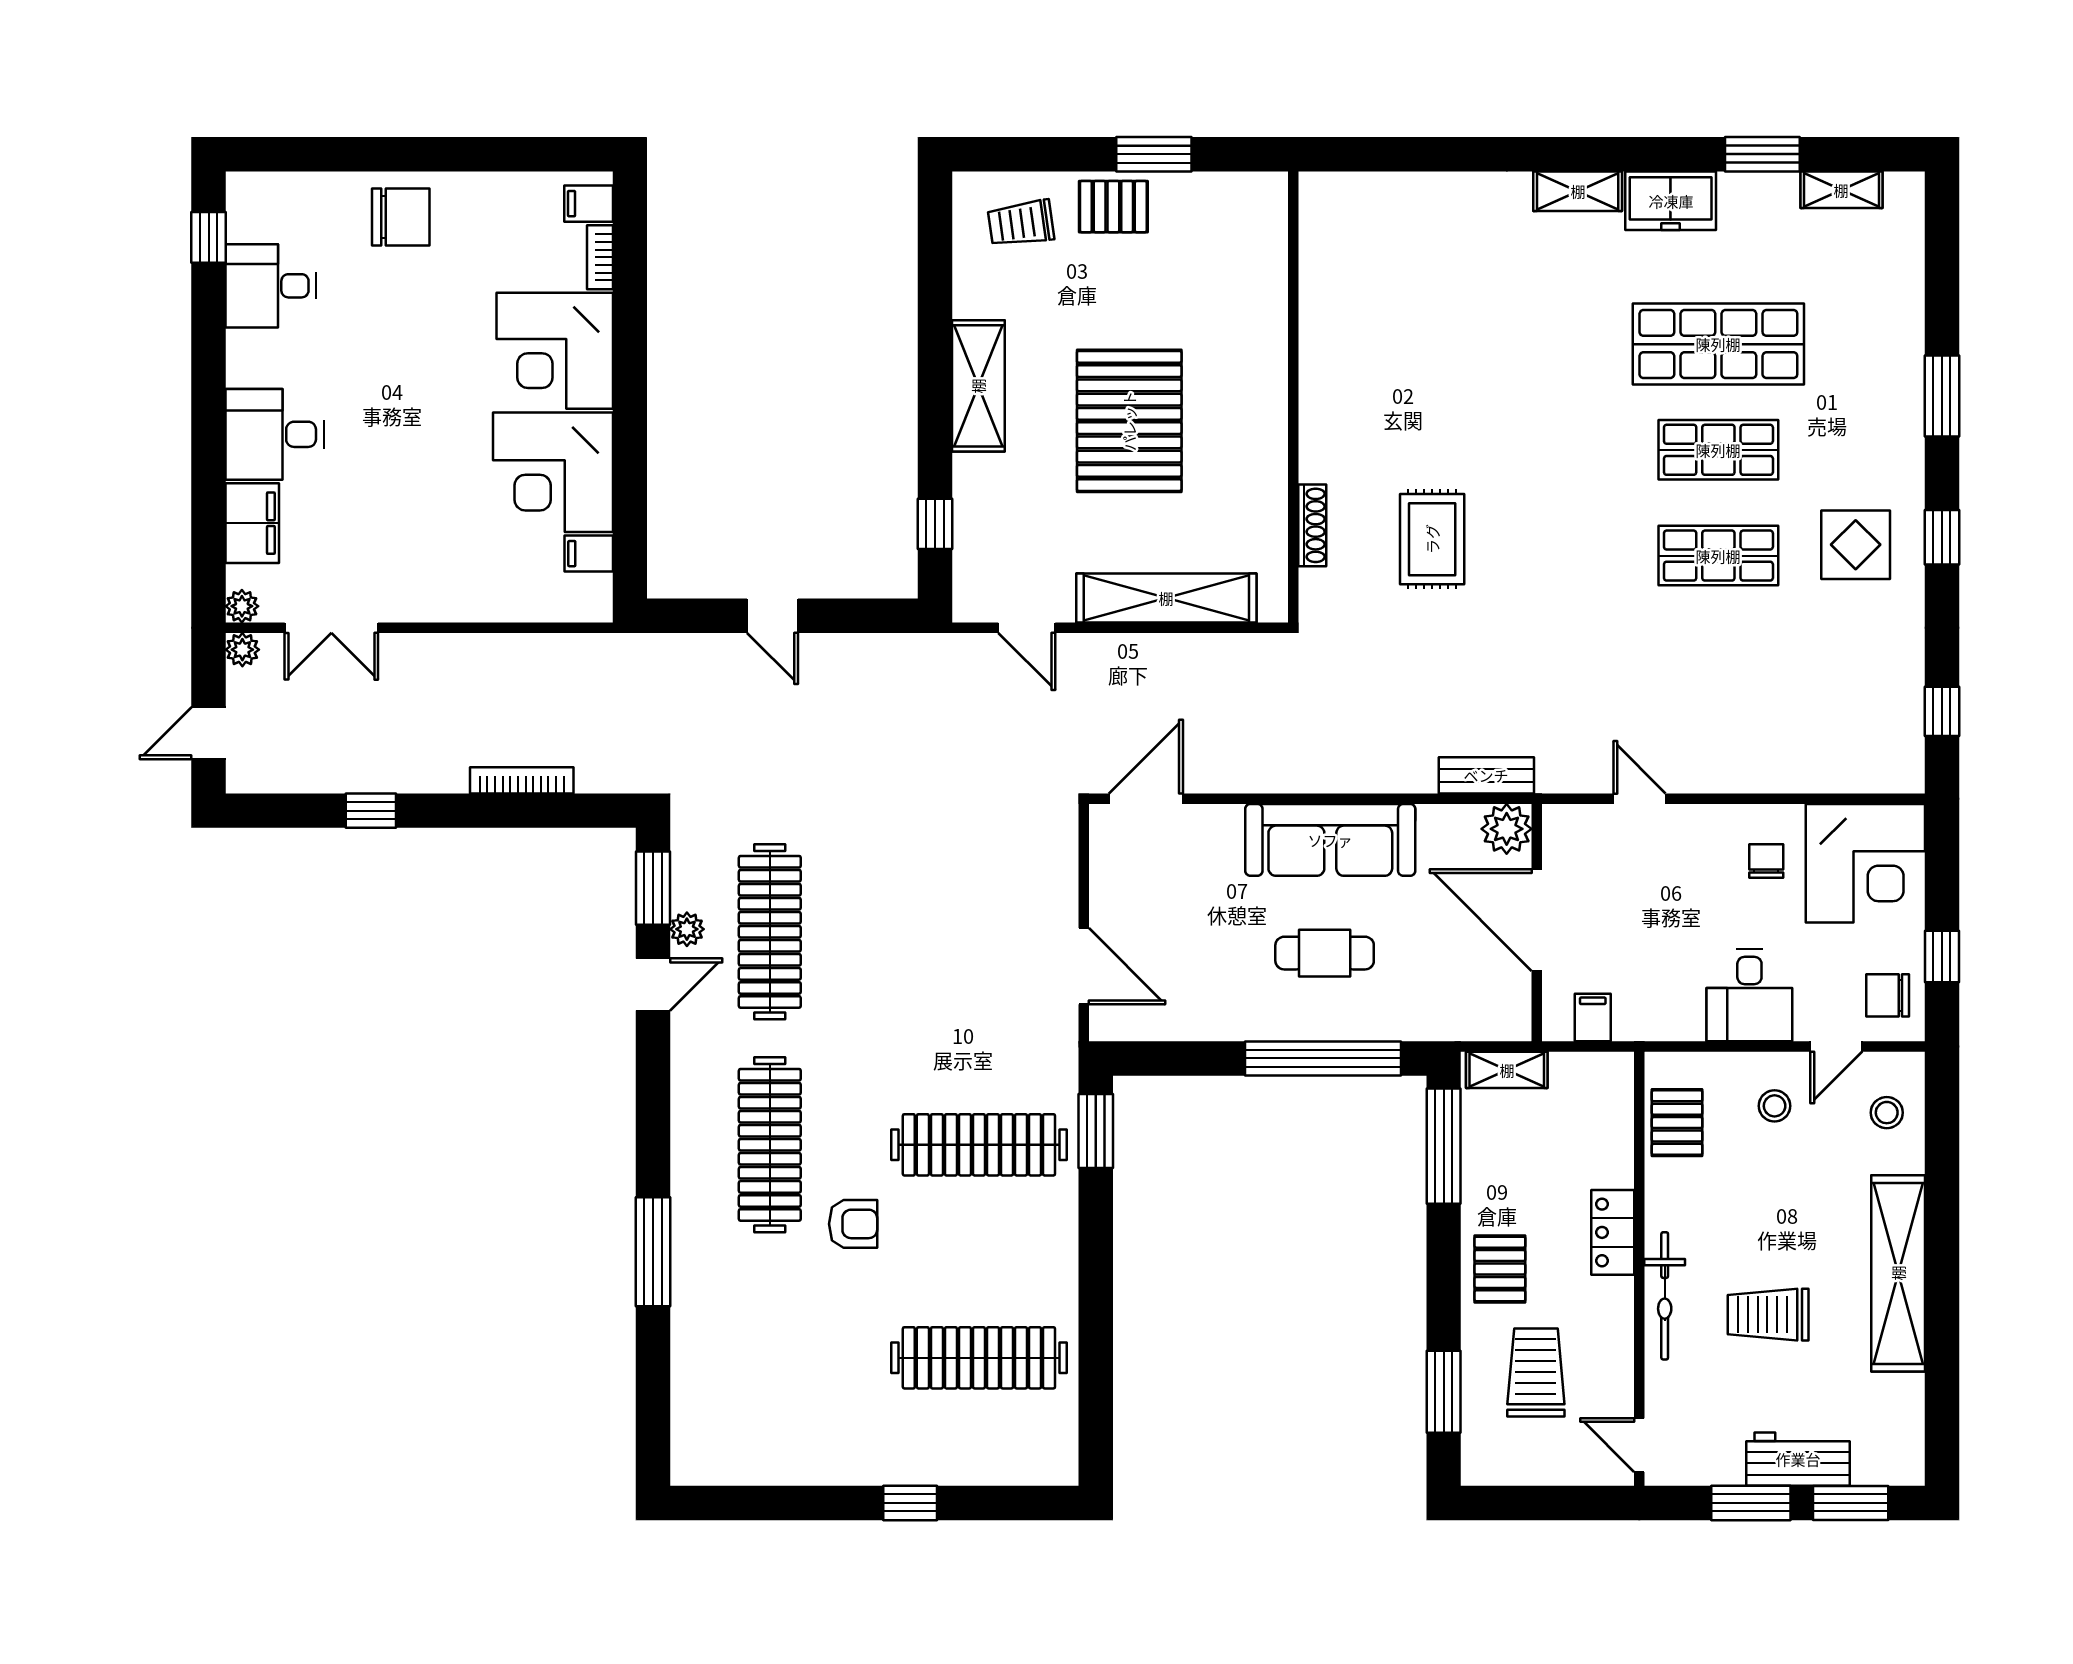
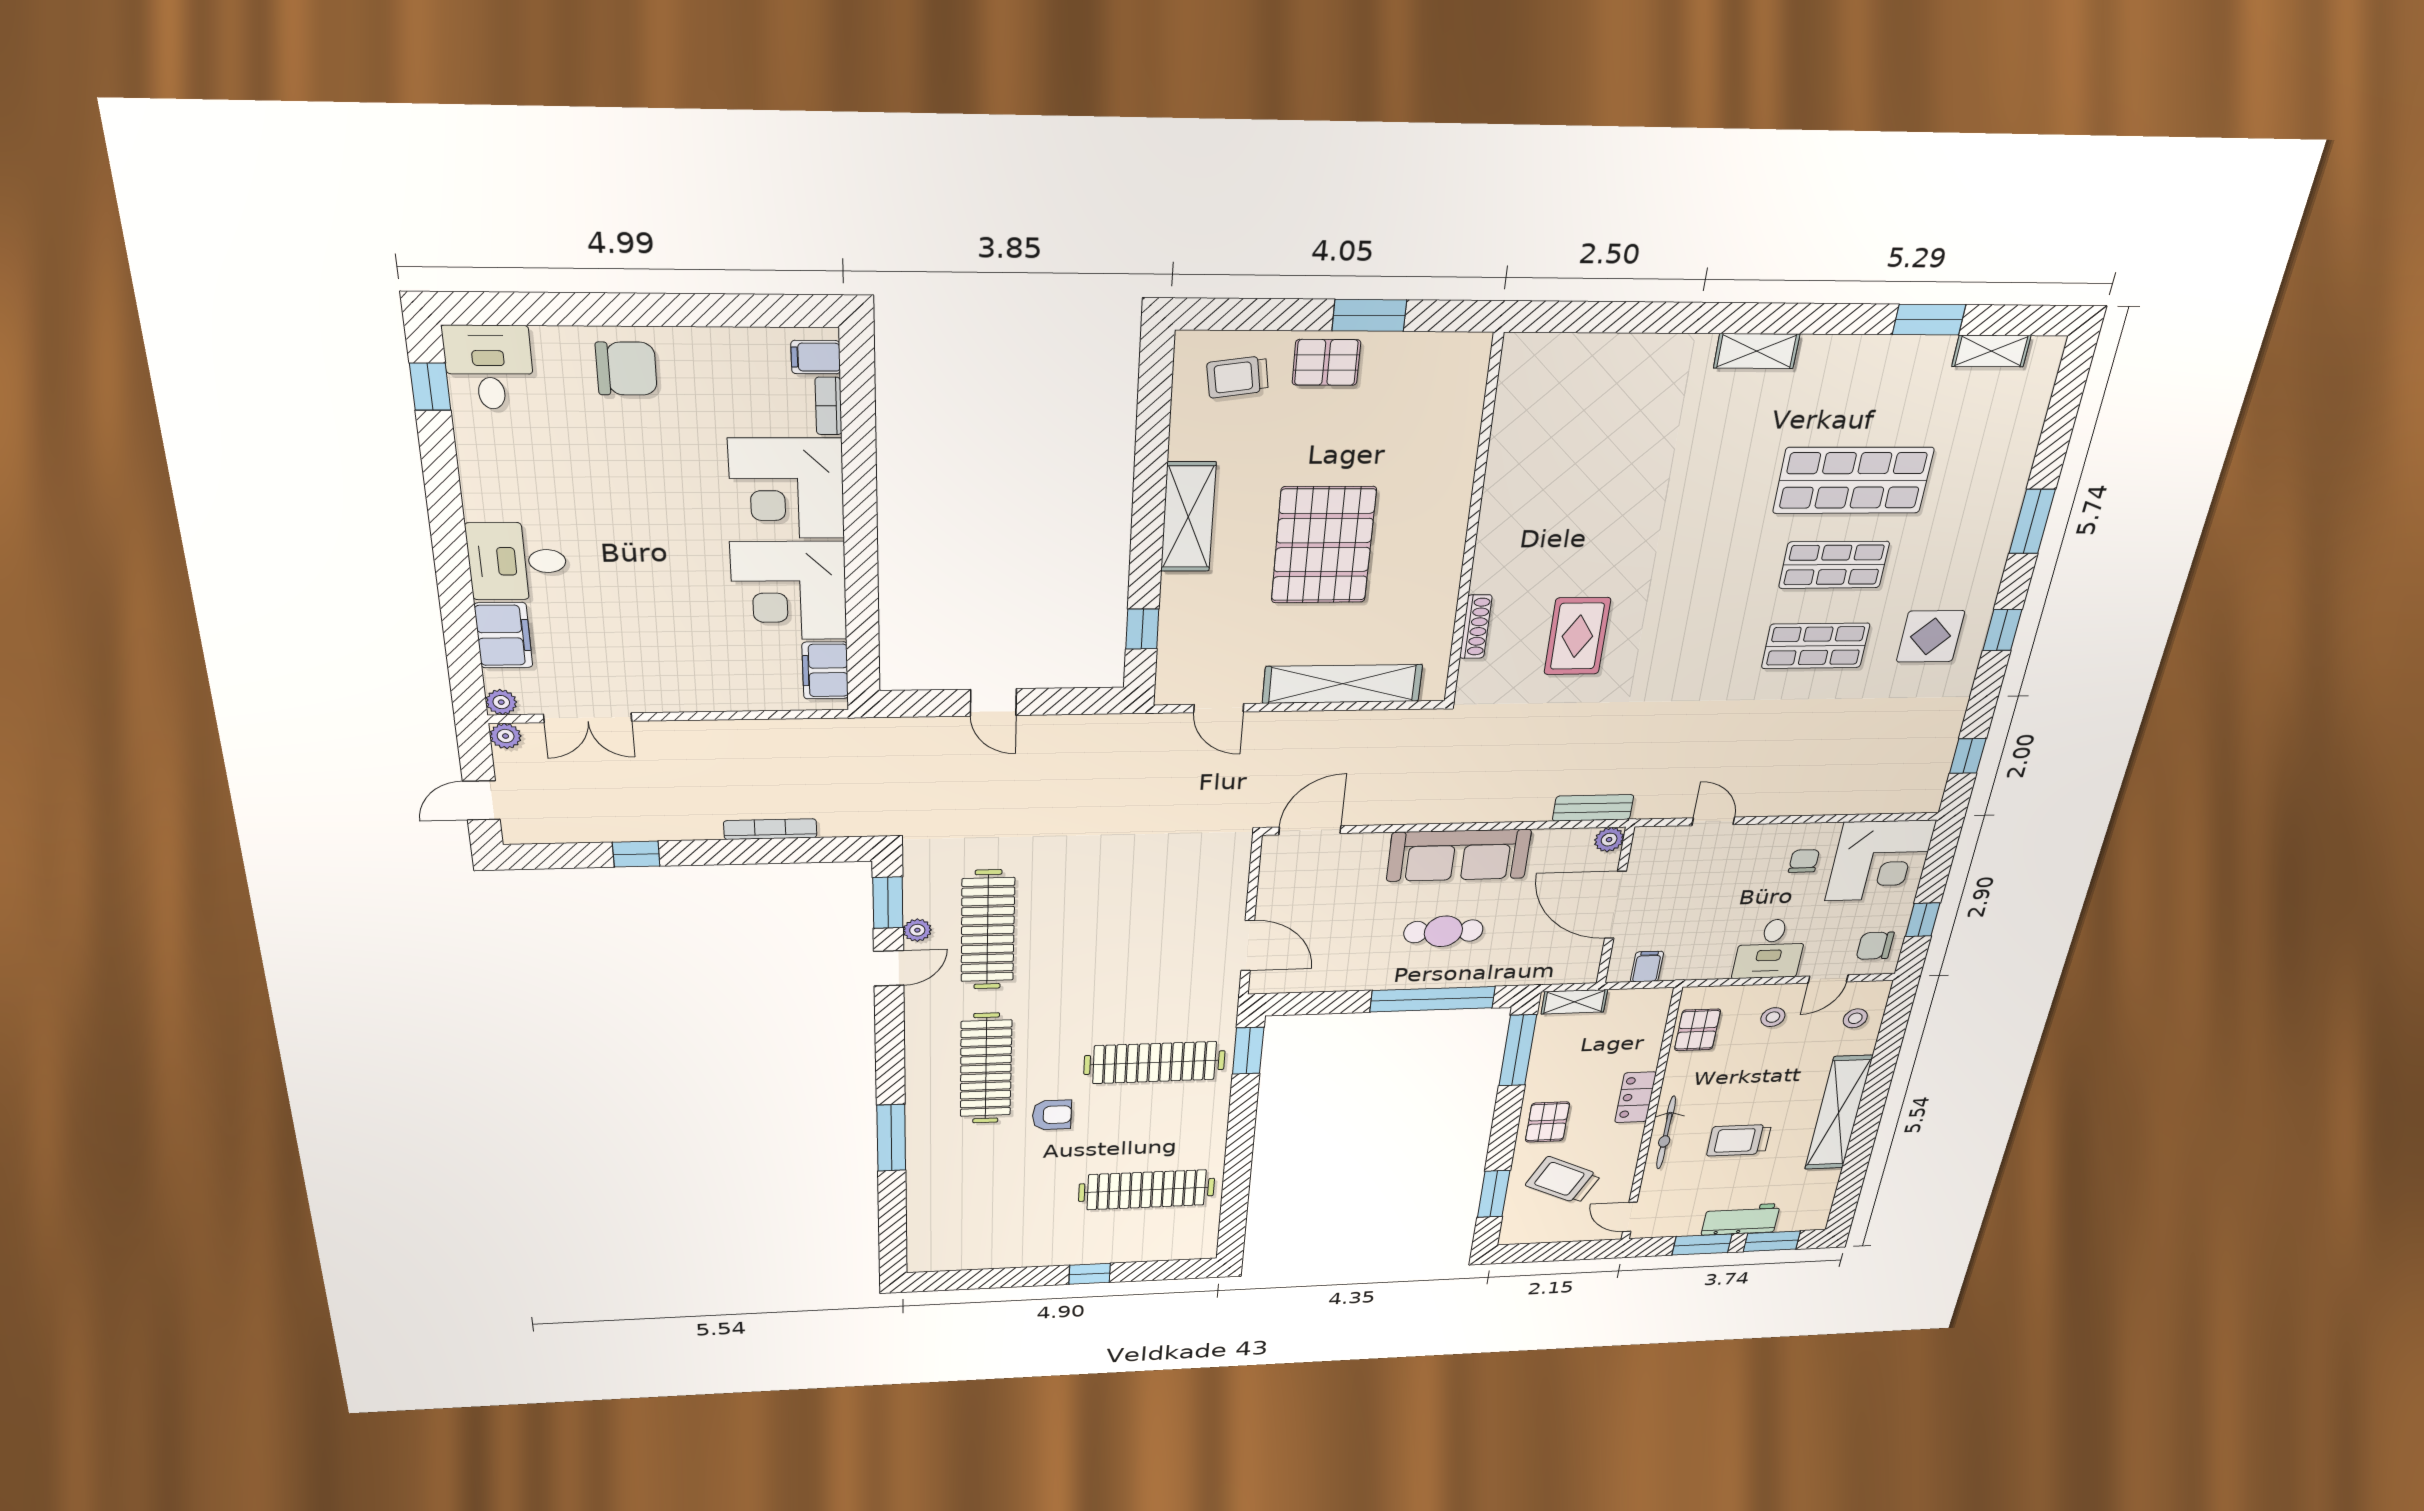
freezer: (1671, 201) -> (1838, 360), removed
desk: (271, 286) -> (489, 367), moved, turned 90
filing cabinet: (589, 554) -> (825, 670), width x2.00
plant: (1507, 829) -> (1609, 840), width x0.73, depth x0.73
trolley: (1536, 1373) -> (1563, 1180), turned -64

